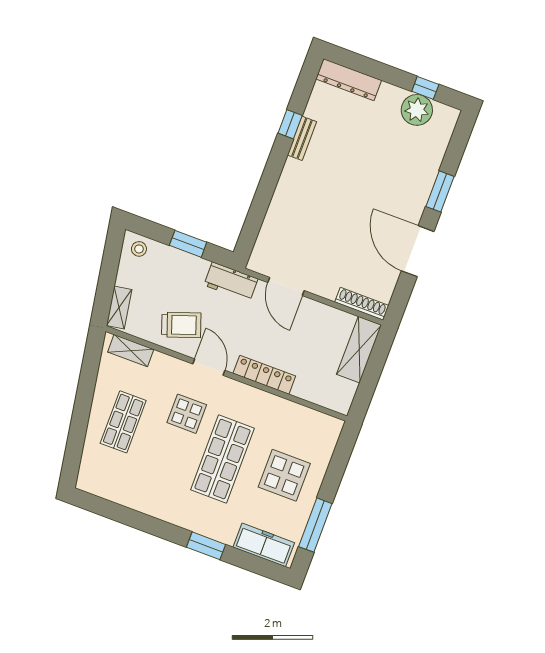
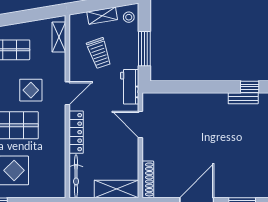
window: (188, 244) -> (144, 49), width x1.44
door: (286, 286) -> (140, 125), hinge flipped
shelving: (119, 308) -> (102, 16), moved
trolley: (181, 325) -> (99, 53), moved
bicycle: (322, 397) -> (76, 176), added

